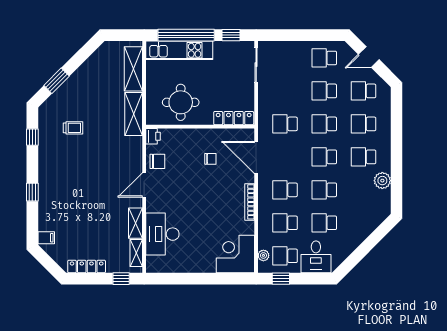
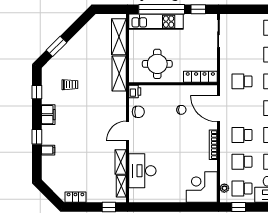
filing cabinet: (46, 165) -> (48, 115), added
filing cabinet: (46, 238) -> (48, 150), moved
locker: (87, 266) -> (75, 197), width x0.66

